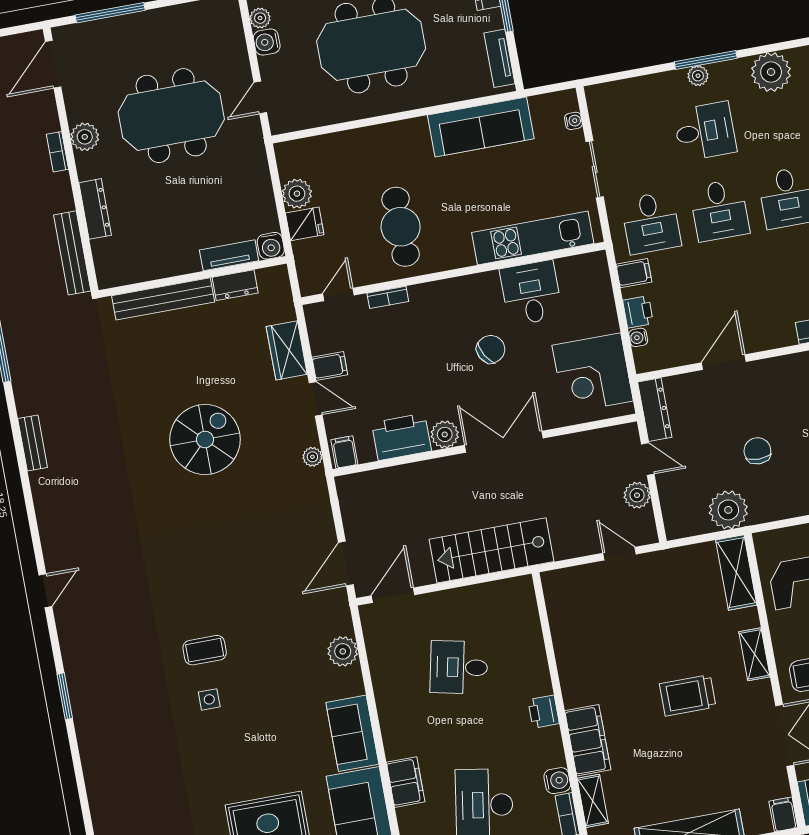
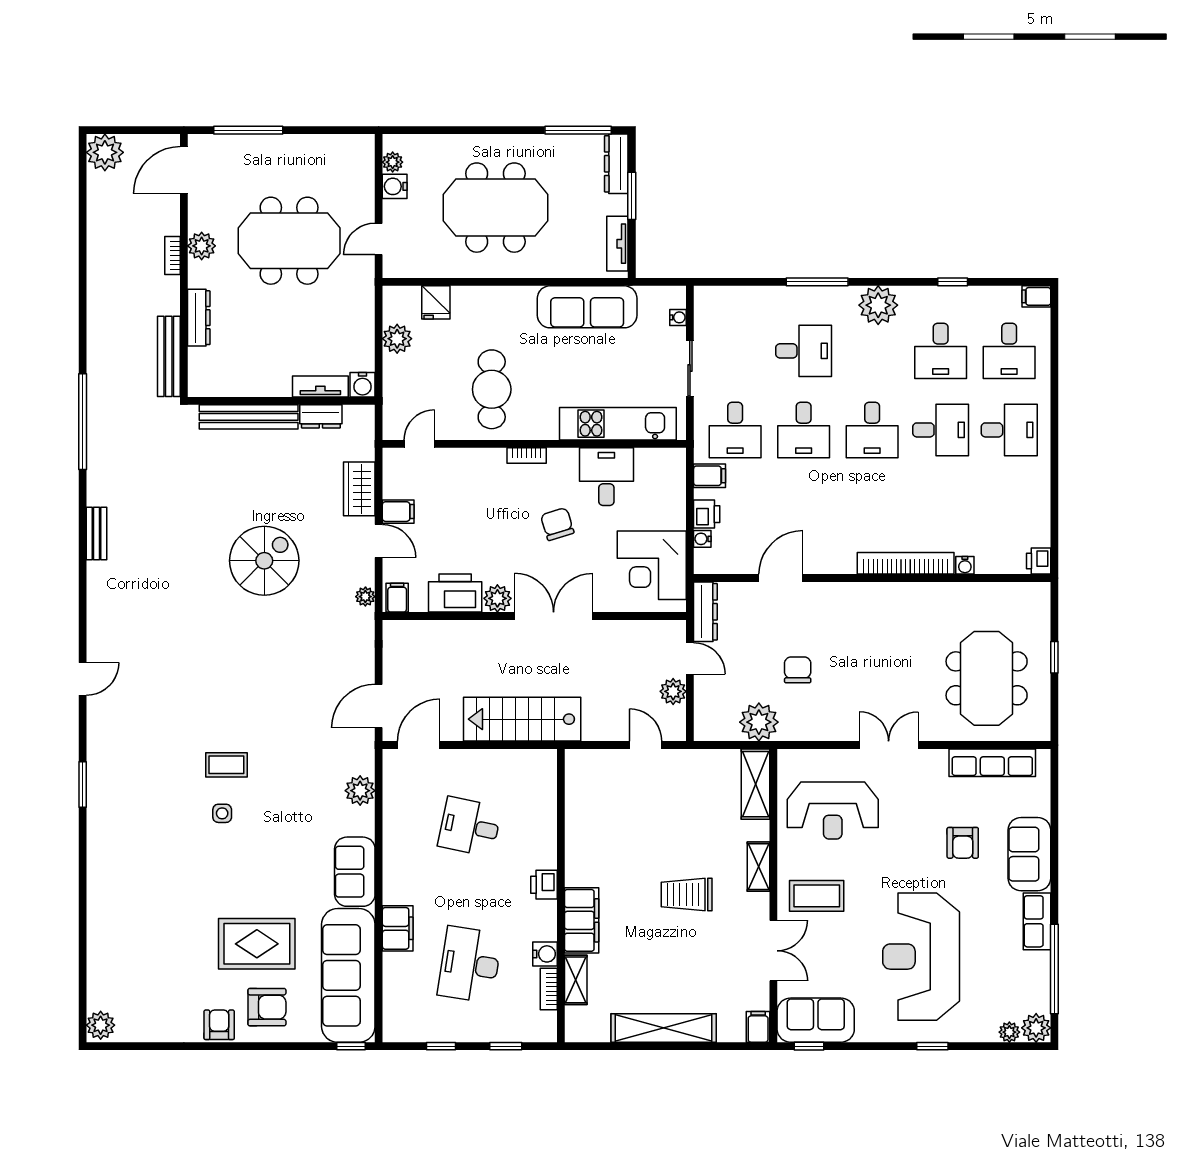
plant: (698, 76) -> (807, 296), removed
fridge: (305, 224) -> (436, 302), moved, turned 90
bookcase: (388, 297) -> (527, 455), moved
chair: (491, 349) -> (557, 524), turned -77

